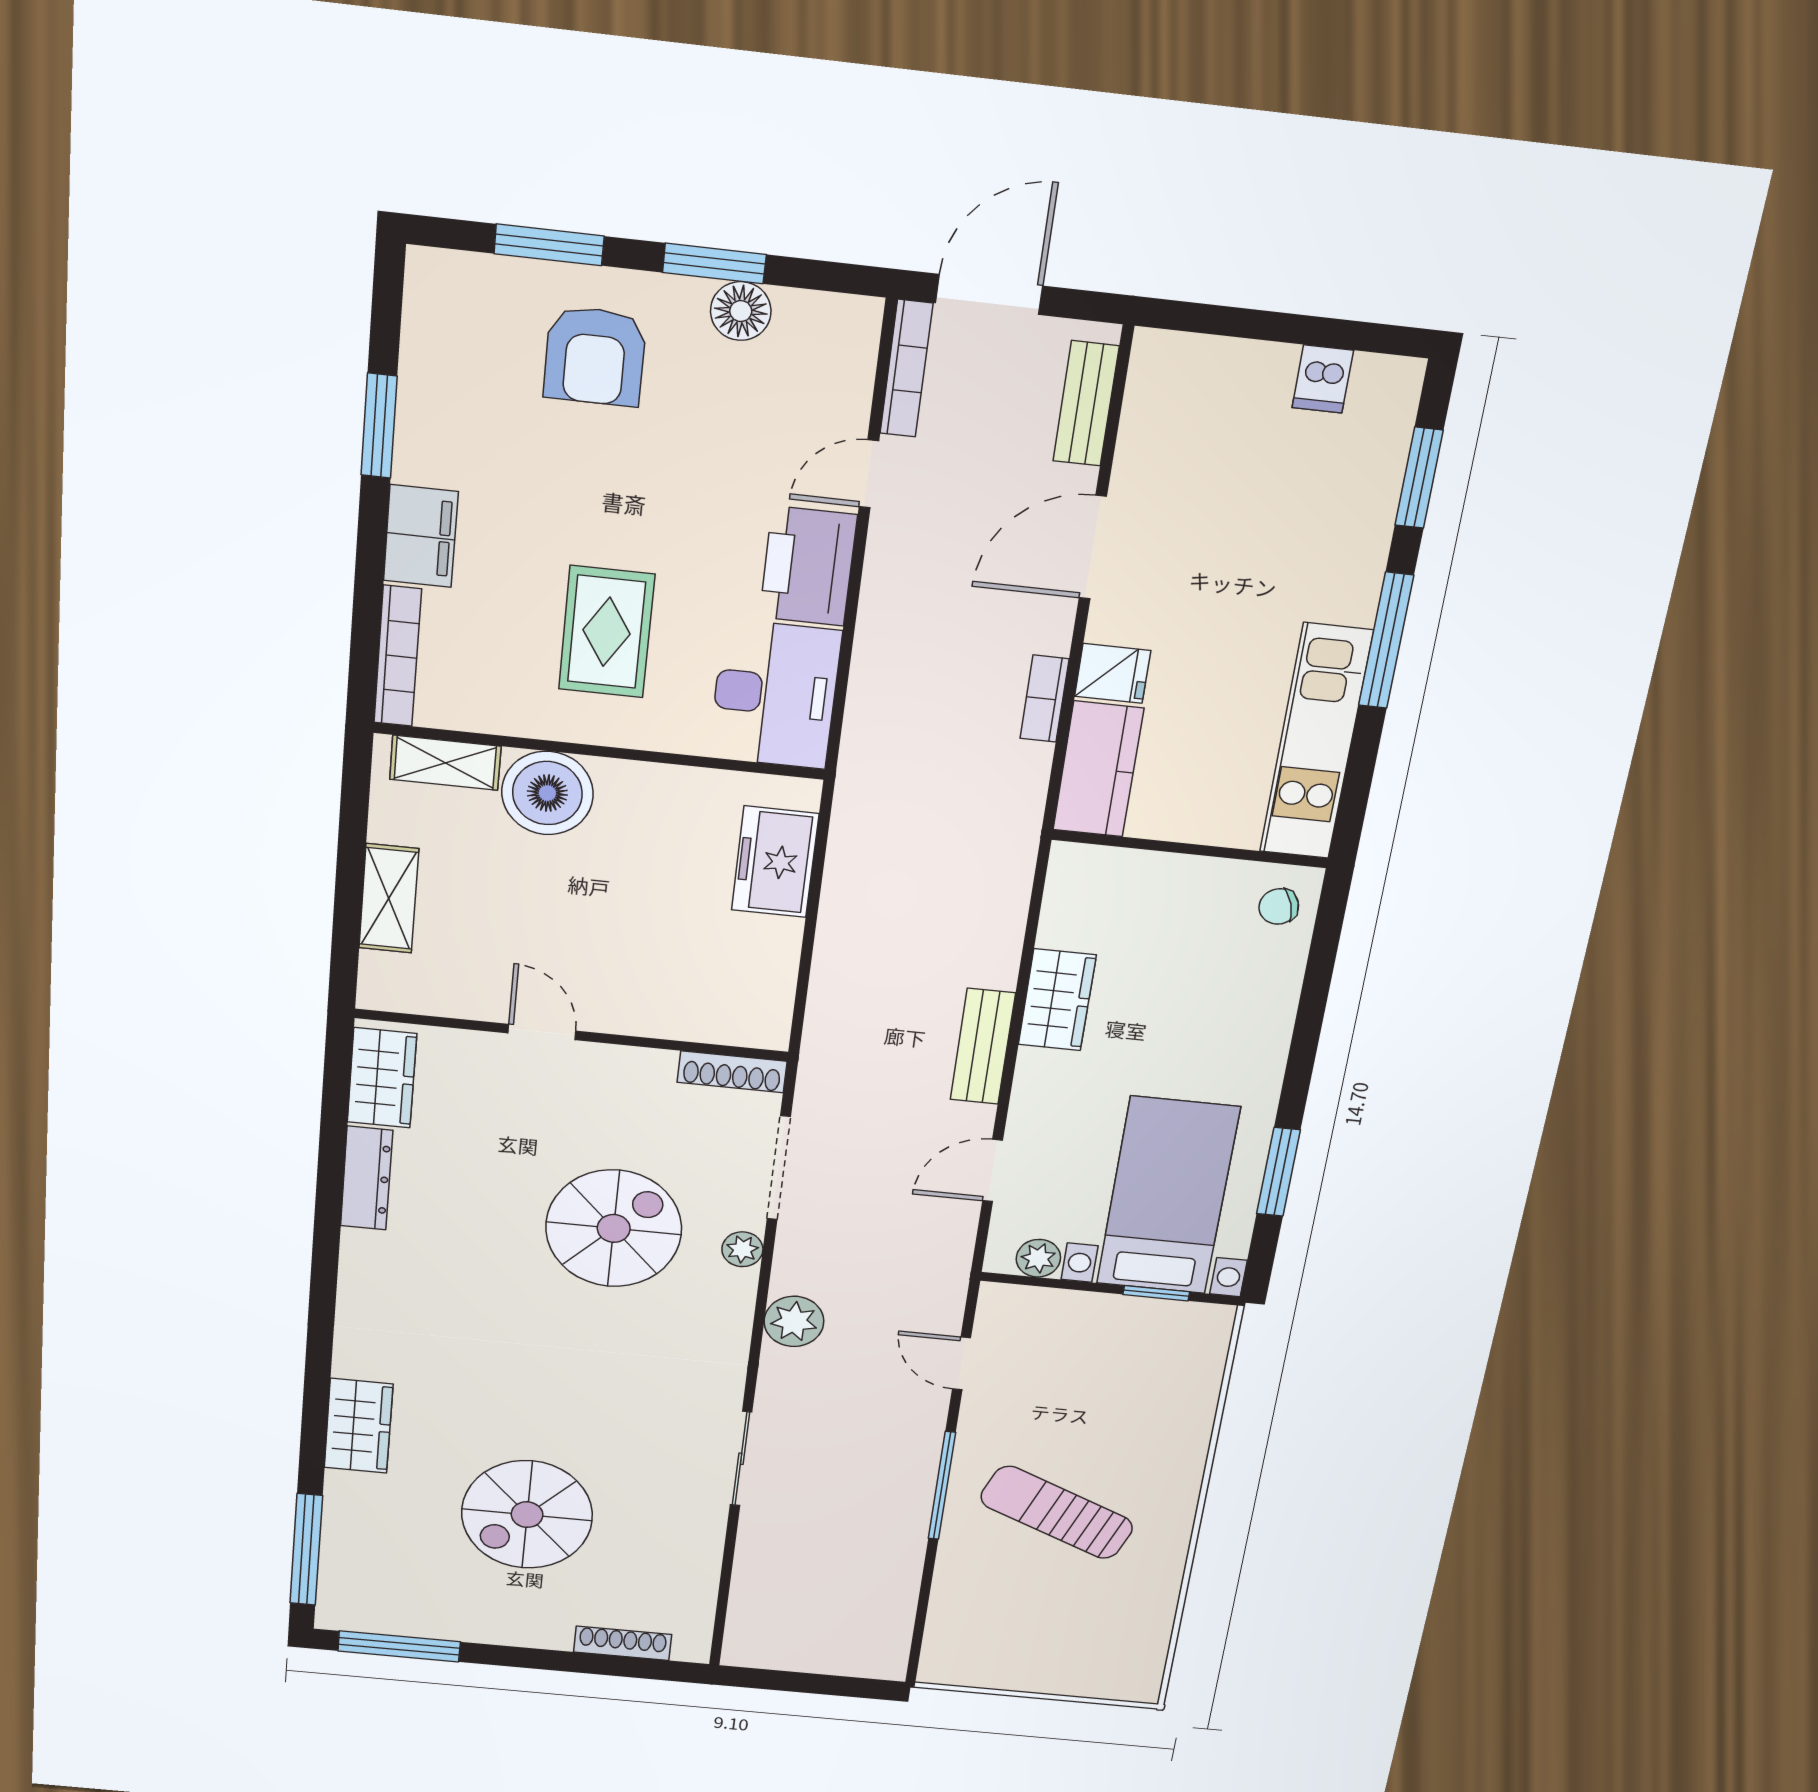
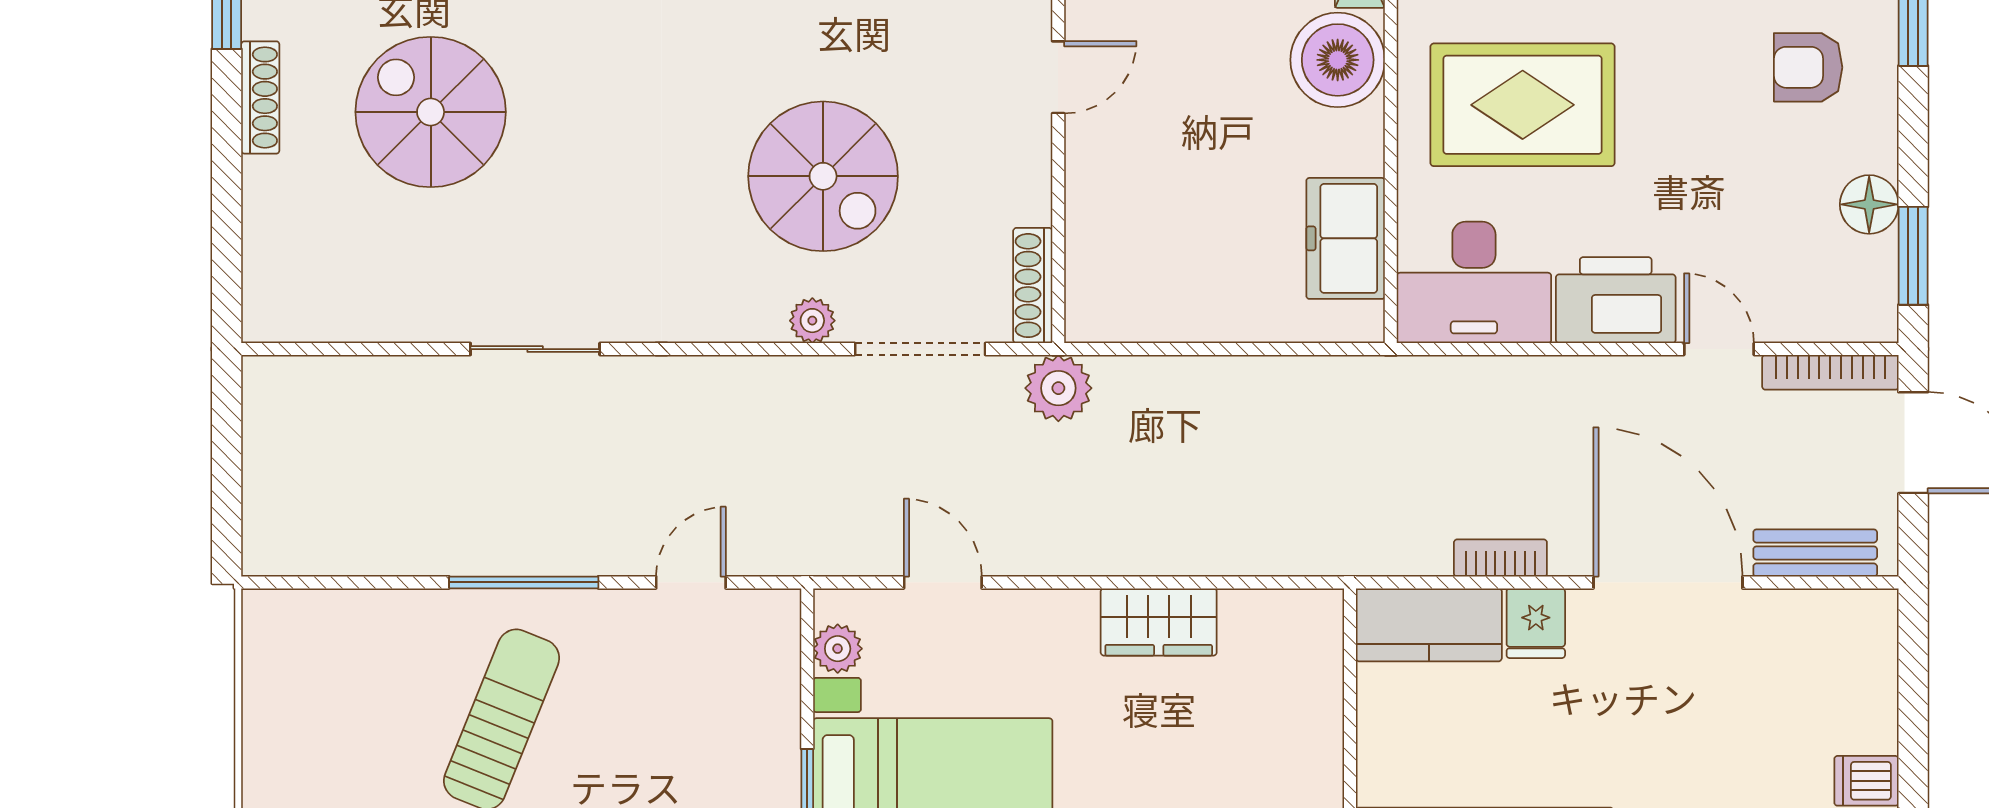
window: (714, 263) -> (1913, 256), moved
armchair: (595, 356) -> (1808, 67), width x0.72, depth x0.72
door: (1093, 547) -> (1668, 582), width x1.36
rug: (607, 632) -> (1523, 105), width x1.36, depth x1.43
freezer: (775, 862) -> (1346, 238), moved, turned -90
bench: (983, 1046) -> (1094, 551), removed
plant: (794, 1321) -> (1058, 388), moved
shoe rack: (623, 1643) -> (260, 97), moved

